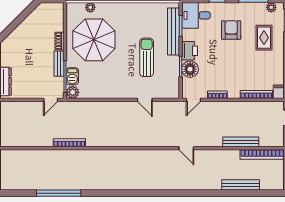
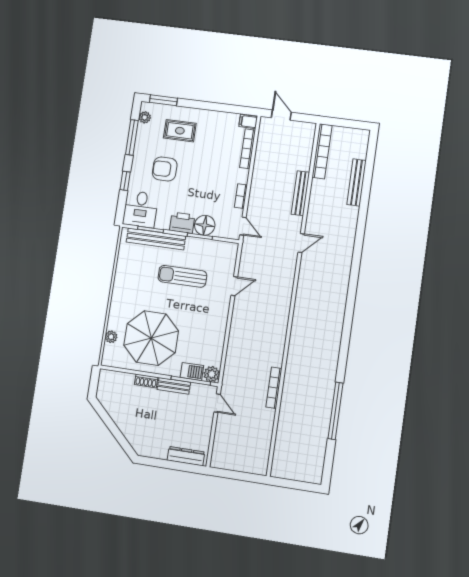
bench: (241, 142) -> (300, 193), moved

